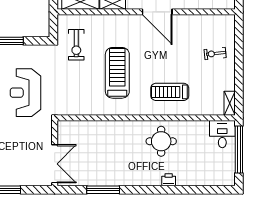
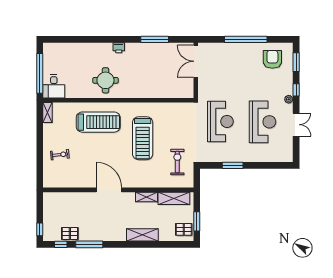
treadmill: (170, 92) -> (98, 122), width x1.37, depth x1.38
printer: (169, 180) -> (119, 48), moved

